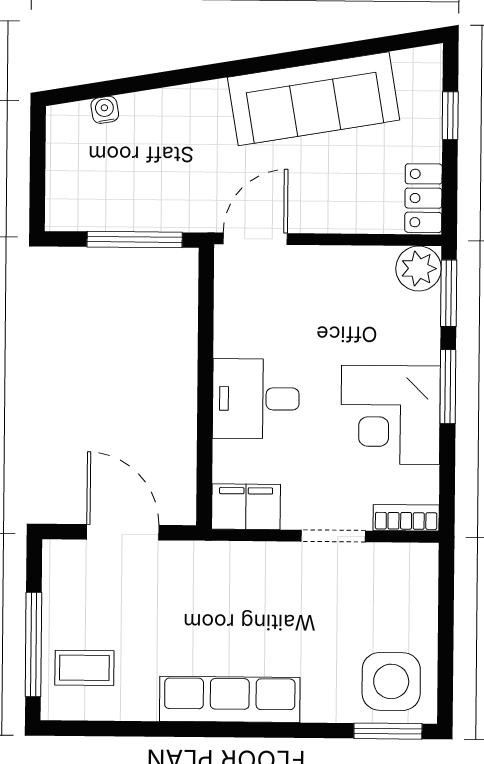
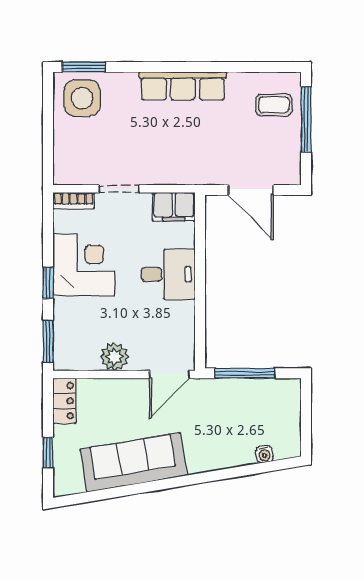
plant: (419, 269) -> (115, 357), moved
window: (448, 387) -> (48, 283), width x0.67

